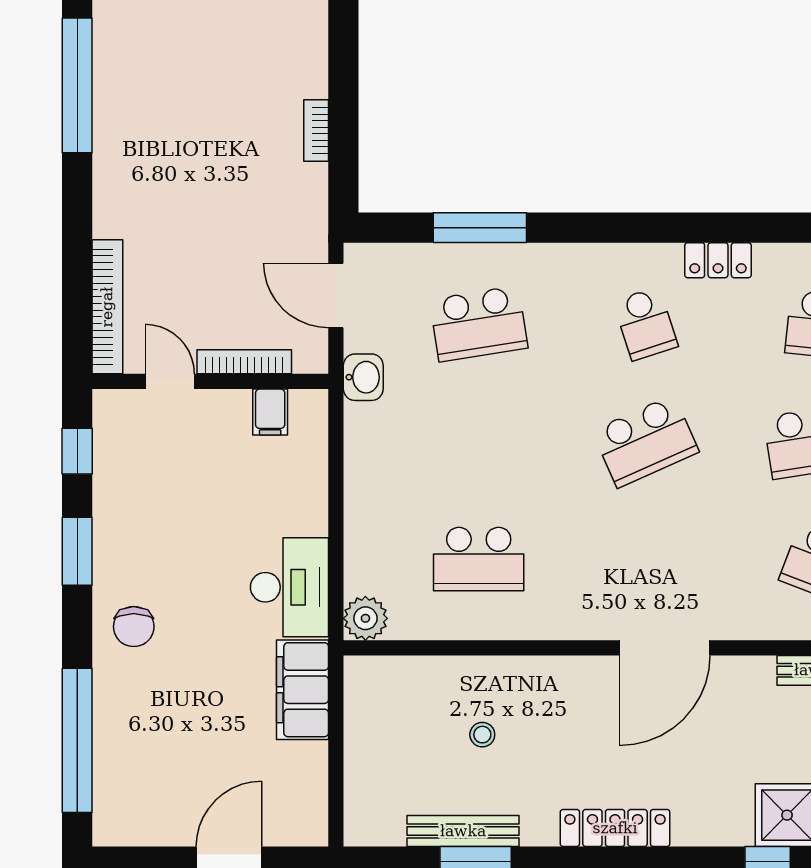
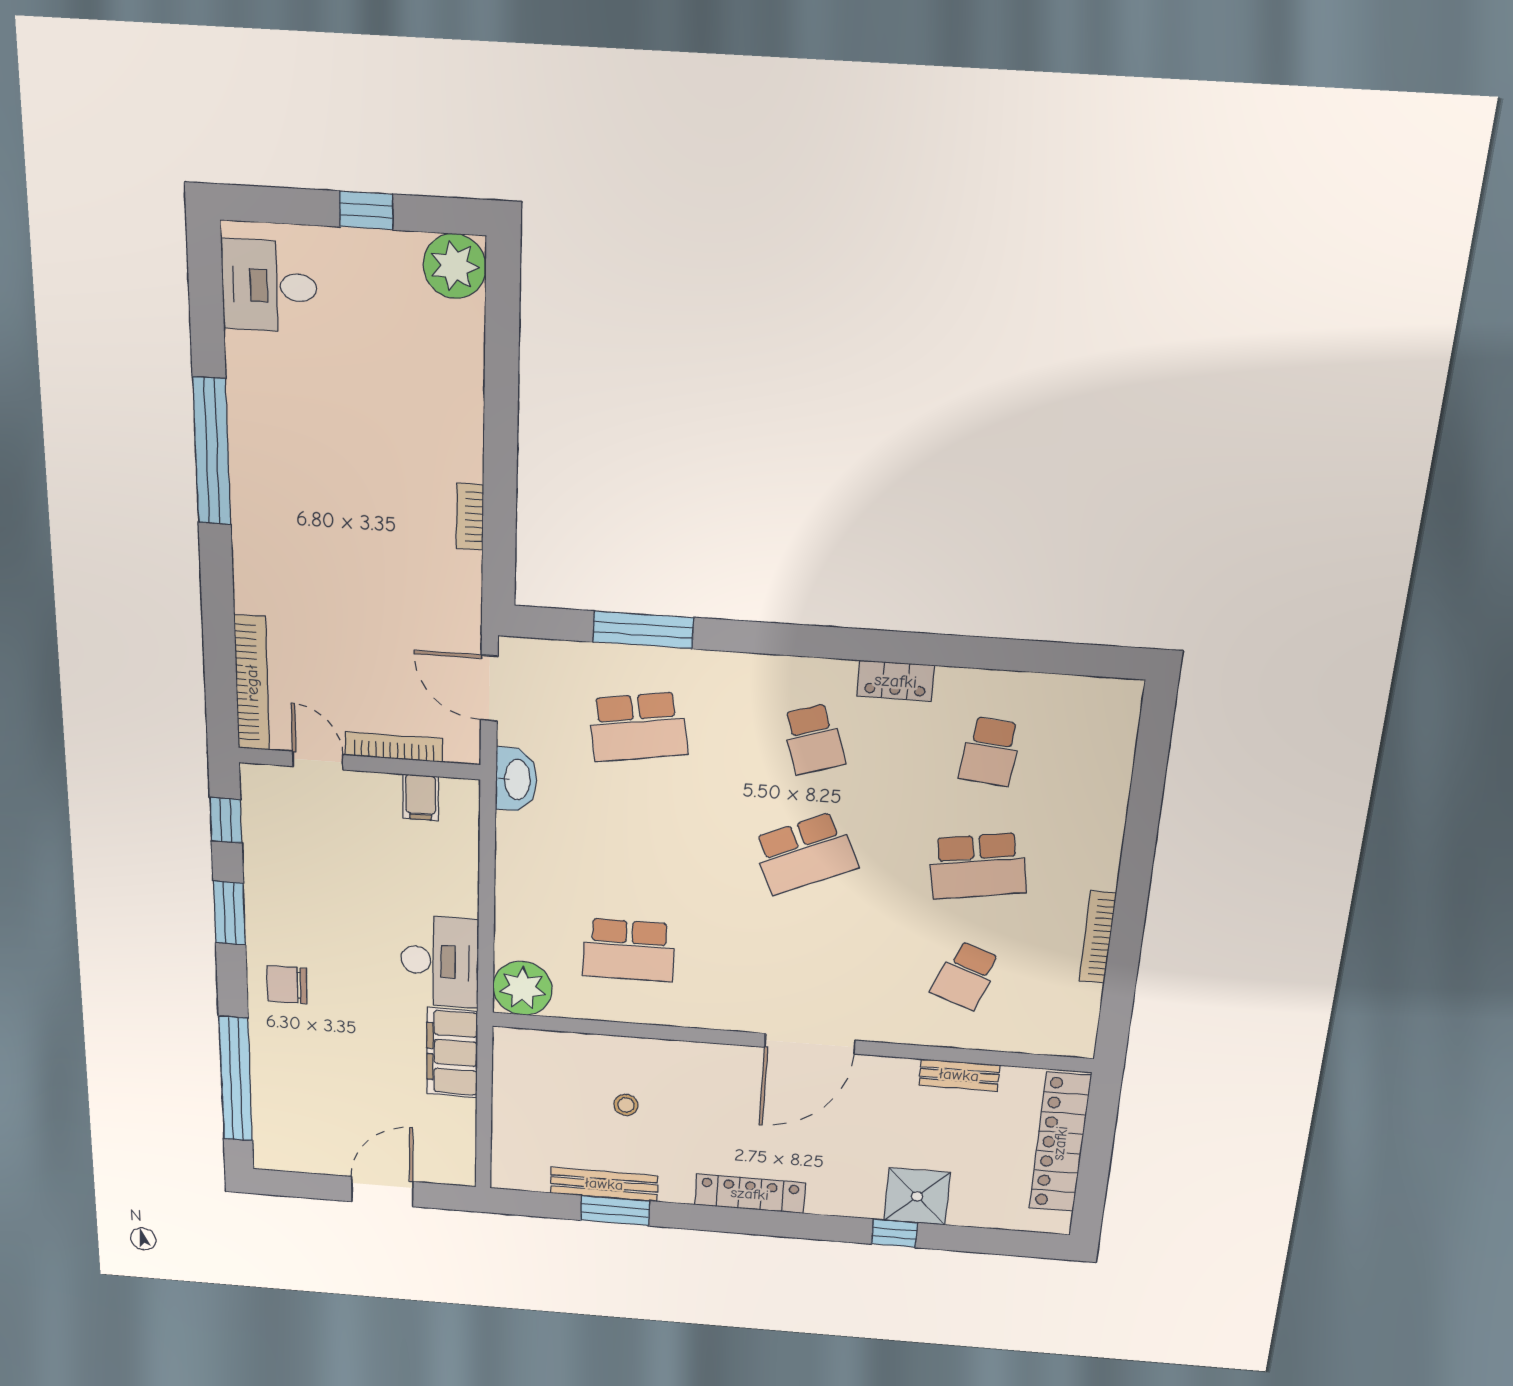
washbasin: (363, 377) -> (516, 779), width x1.38
plant: (365, 618) -> (523, 988), width x1.36, depth x1.36
chair: (134, 627) -> (287, 985), turned 90

